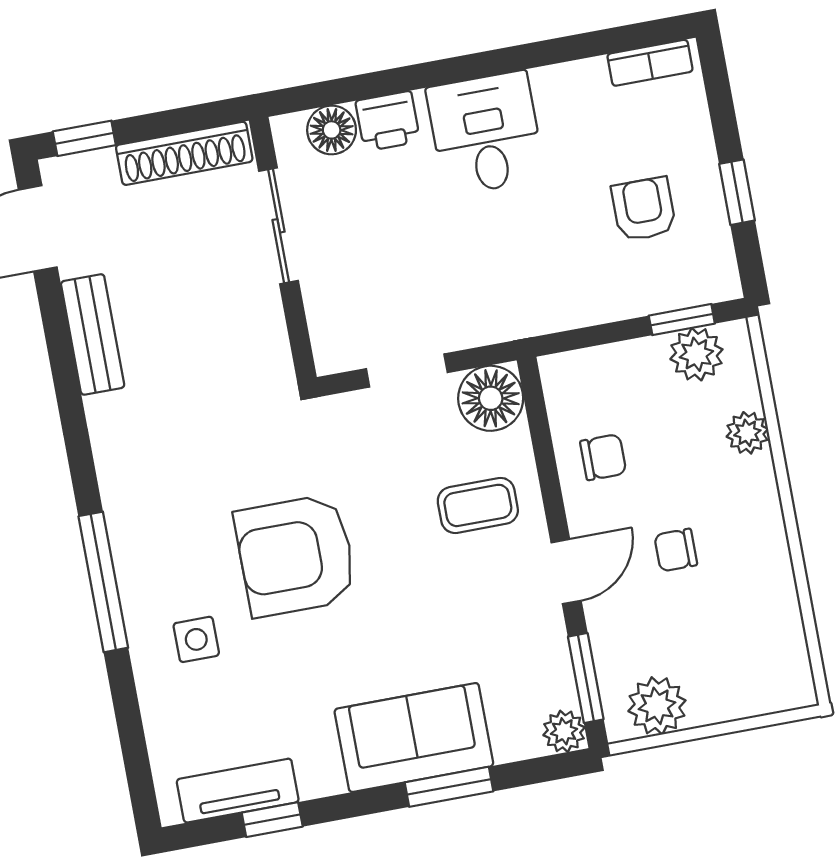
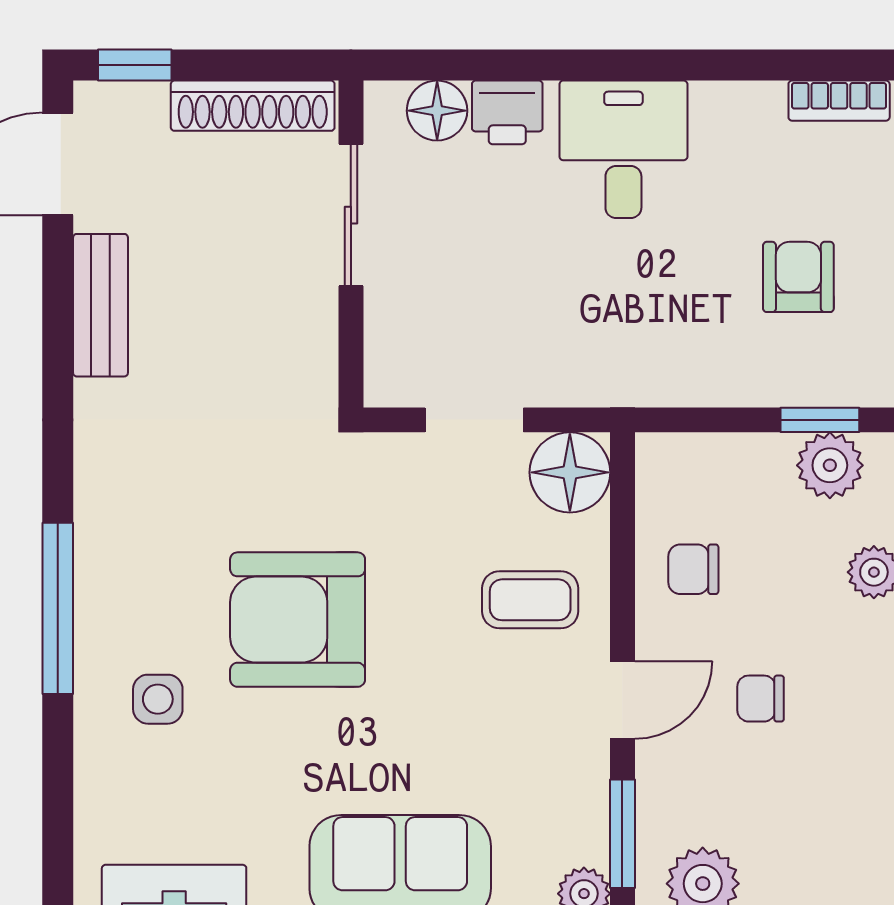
chair: (603, 457) -> (693, 569), turned 180

